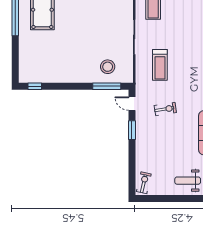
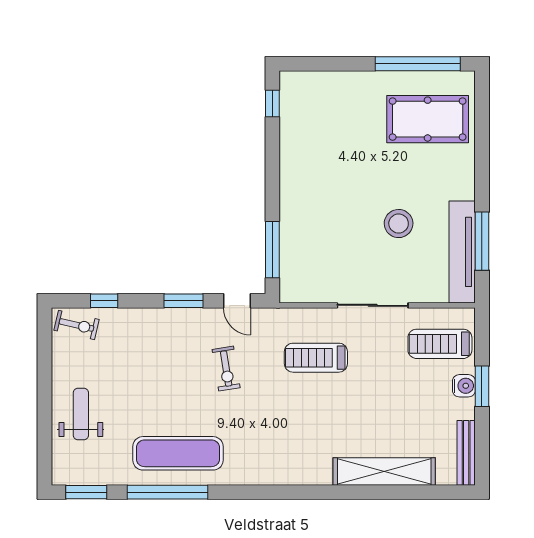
stool: (108, 67) -> (399, 224), moved
door: (132, 104) -> (237, 301), swing flipped
window: (132, 169) -> (104, 301), added

